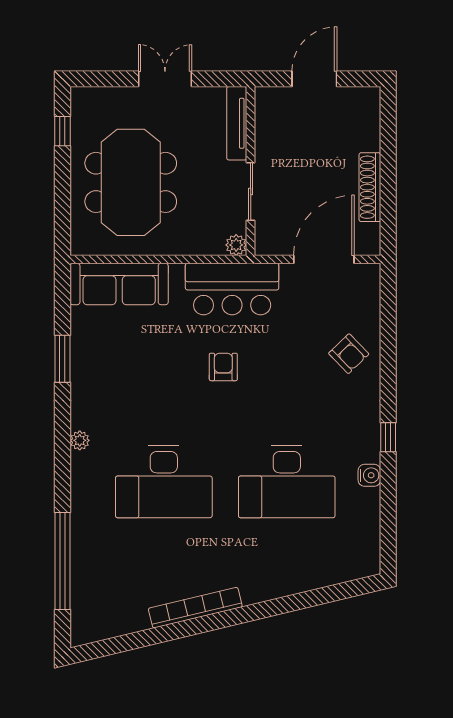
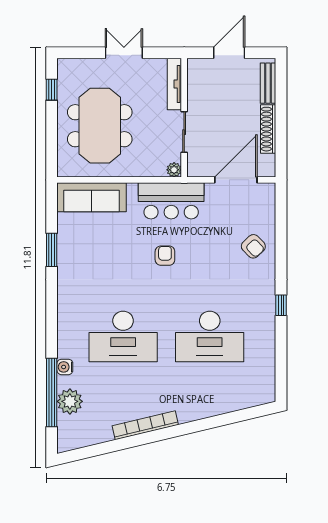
bench: (370, 122) -> (268, 83), added
plant: (80, 440) -> (70, 401), moved, width x1.88, depth x1.88
water cooler: (369, 475) -> (65, 367), moved, turned 180

